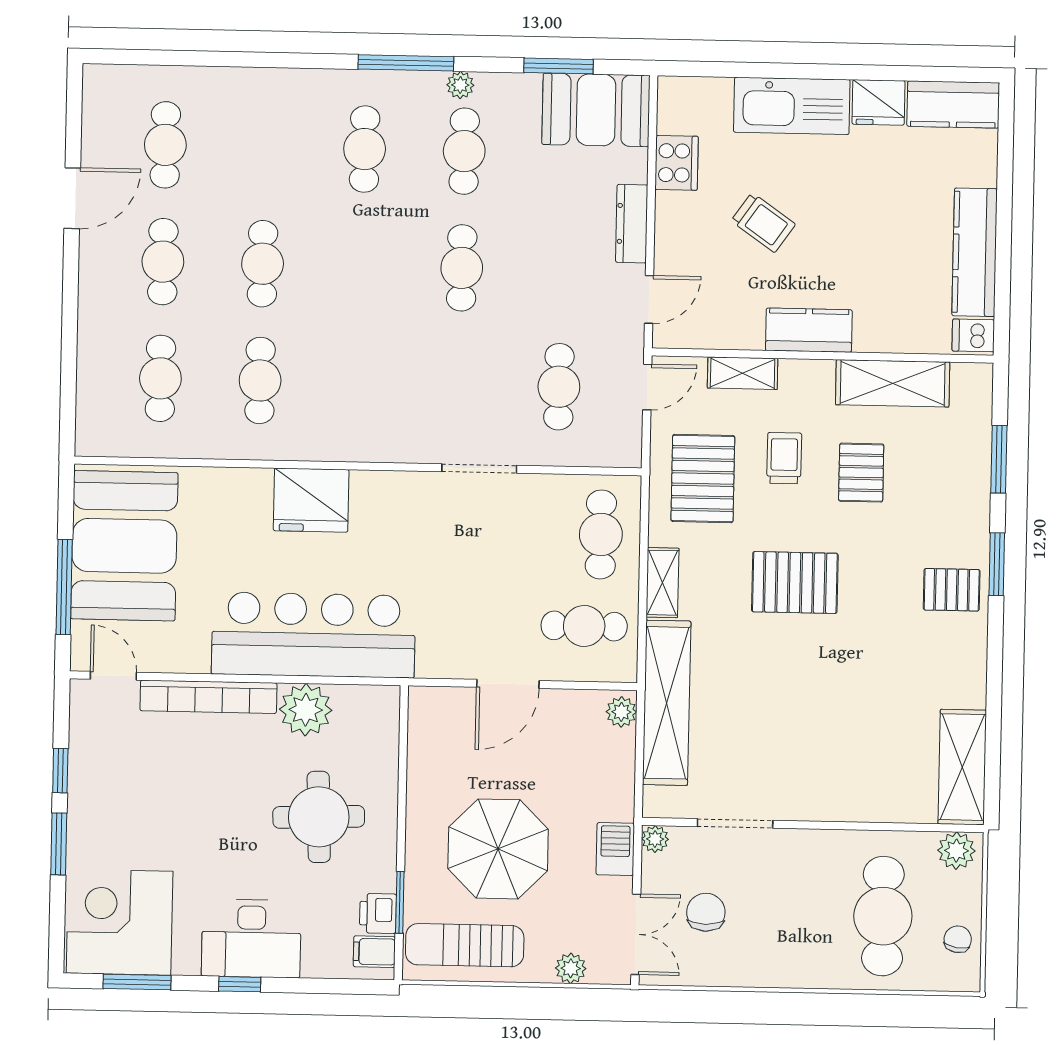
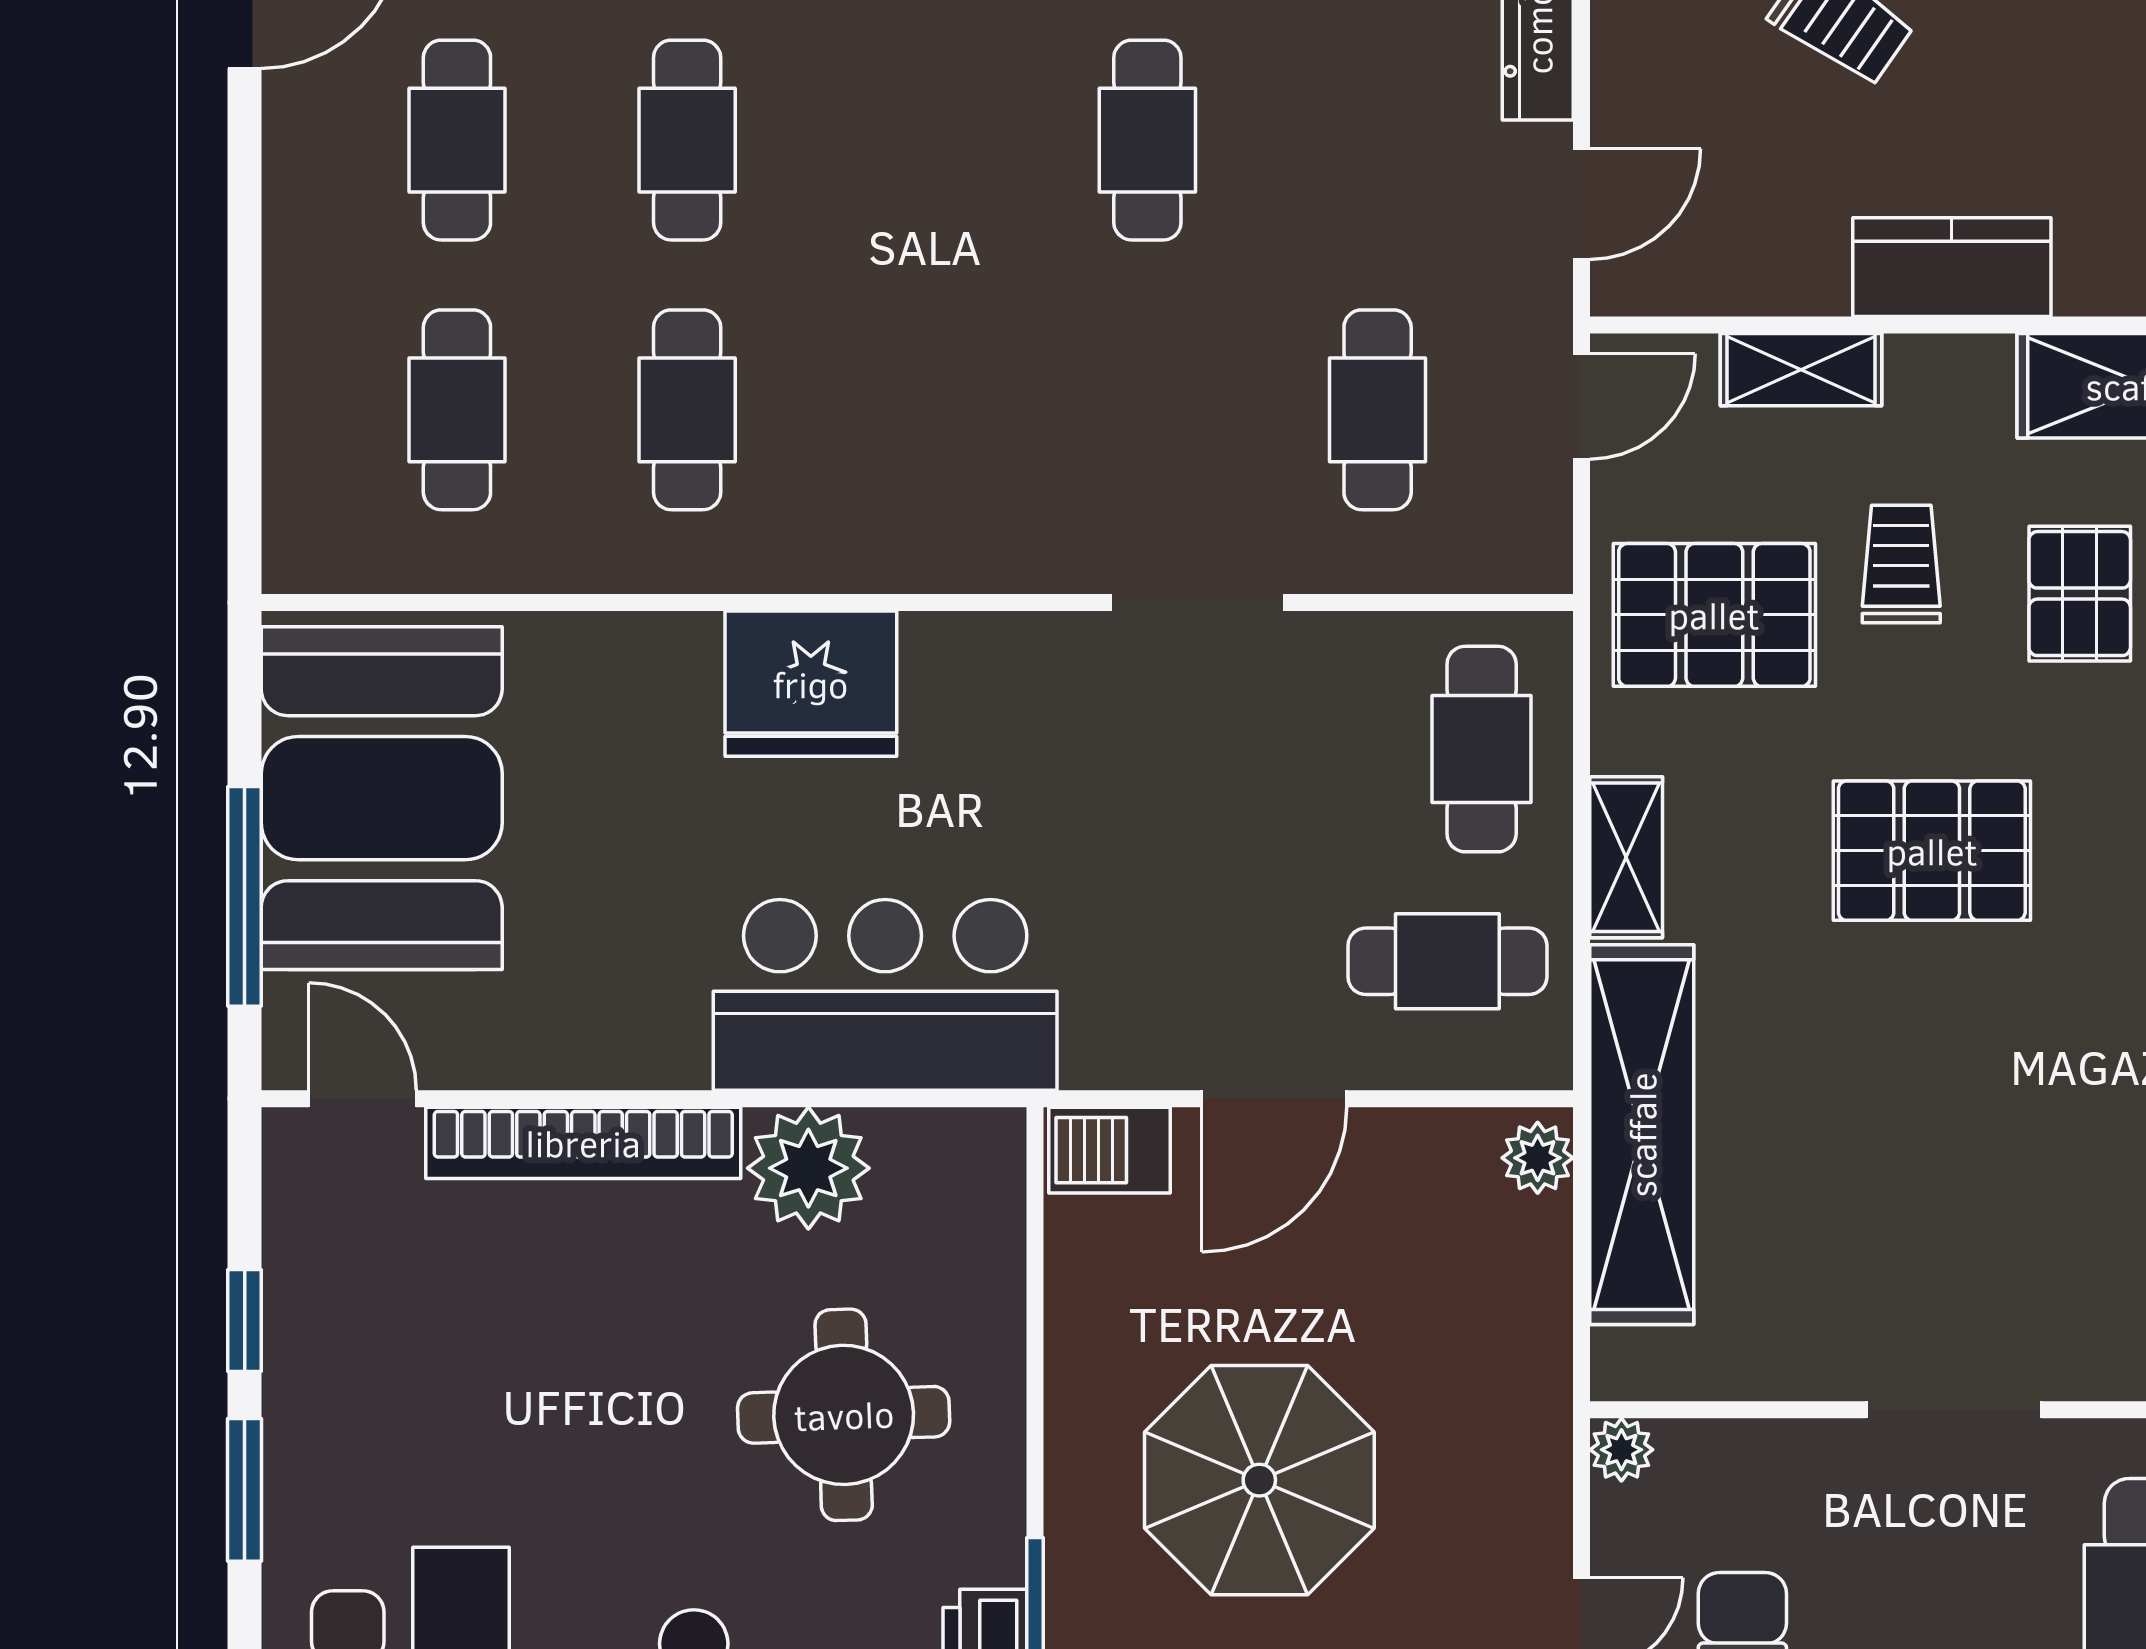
pallet: (703, 479) -> (1714, 615), turned 90
bar counter: (313, 635) -> (885, 995), width x0.73
doorway: (735, 823) -> (1954, 1410), moved
barbecue: (615, 849) -> (1109, 1150), moved, turned -90

